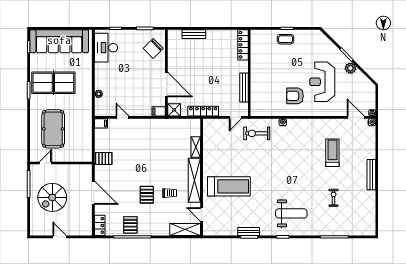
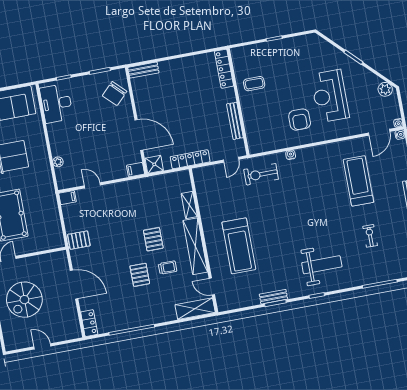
bench: (194, 34) -> (143, 70), moved
coffee table: (286, 39) -> (254, 84), moved
plant: (350, 68) -> (385, 89), moved
armchair: (295, 96) -> (300, 120), turned -90
door: (356, 117) -> (379, 132), swing flipped
treadmill: (332, 153) -> (358, 181), width x1.37, depth x1.38
treadmill: (229, 186) -> (239, 246), turned 90
pallet: (130, 225) -> (153, 239), moved

